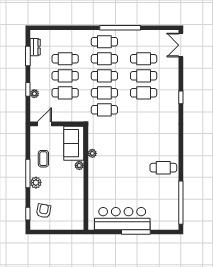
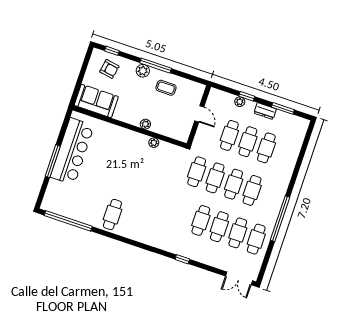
cafe table: (104, 42) -> (256, 239), moved
double door: (181, 45) -> (239, 278), swing flipped
dresser: (35, 47) -> (265, 111), moved
door: (44, 124) -> (199, 114), moved
sofa: (74, 143) -> (96, 101), moved

